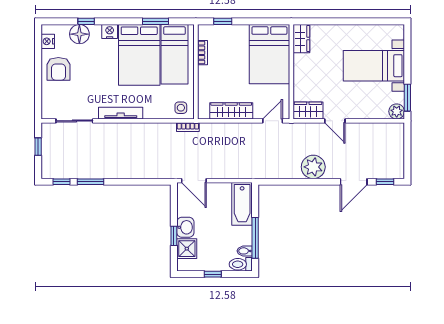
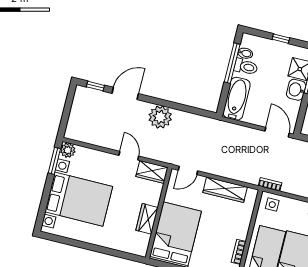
wardrobe: (301, 39) -> (147, 219), moved
bed with nightstands: (374, 66) -> (79, 199), width x1.36
toilet: (241, 264) -> (246, 67), moved

